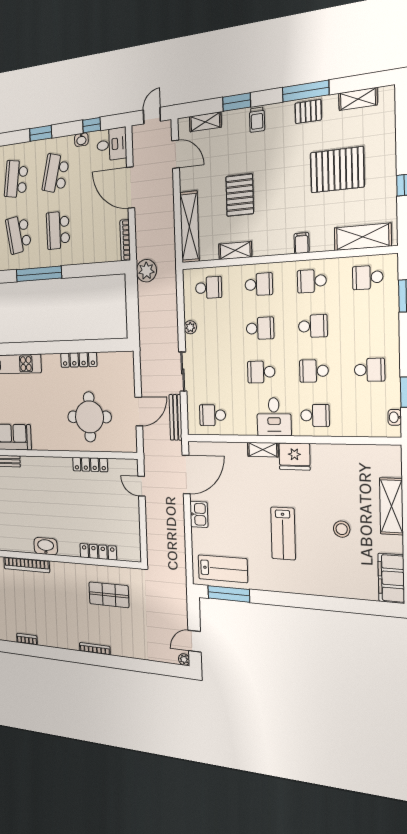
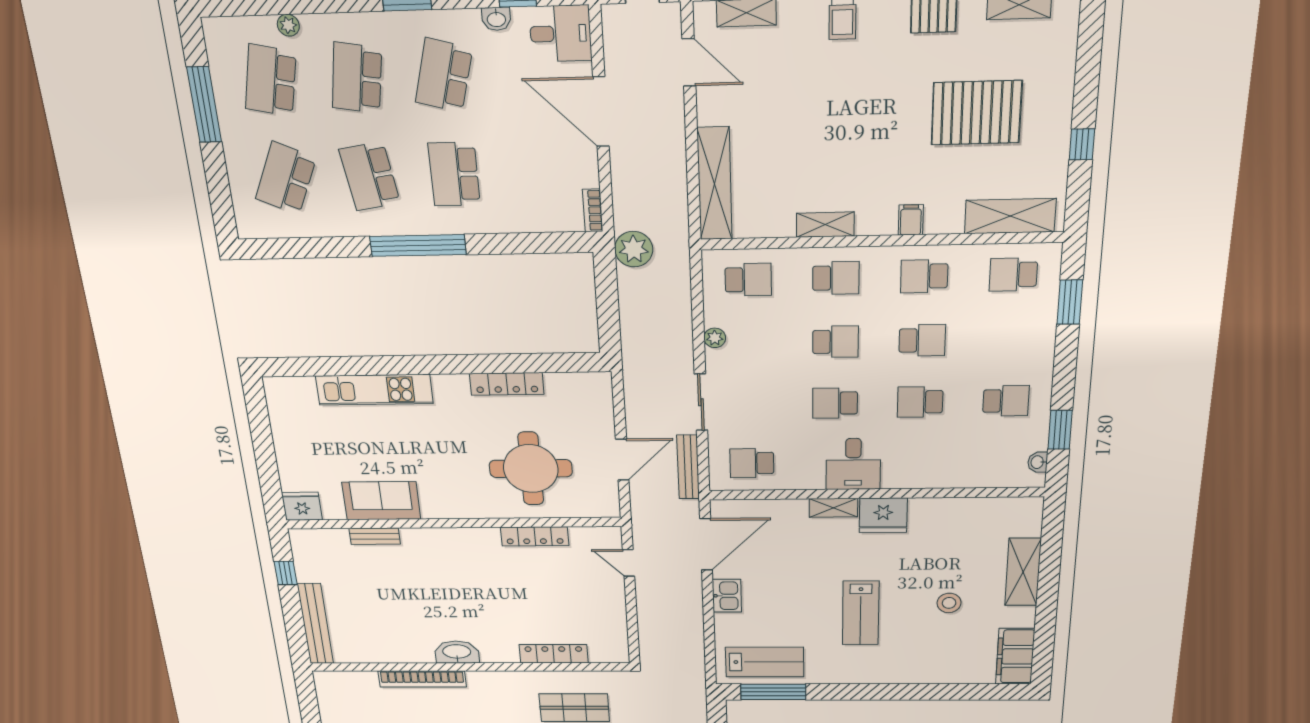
pallet: (240, 195) -> (807, 139), removed
bookcase: (125, 240) -> (593, 210), width x0.64
shelving: (235, 250) -> (825, 225), moved
school desk: (315, 415) -> (918, 461), removed

